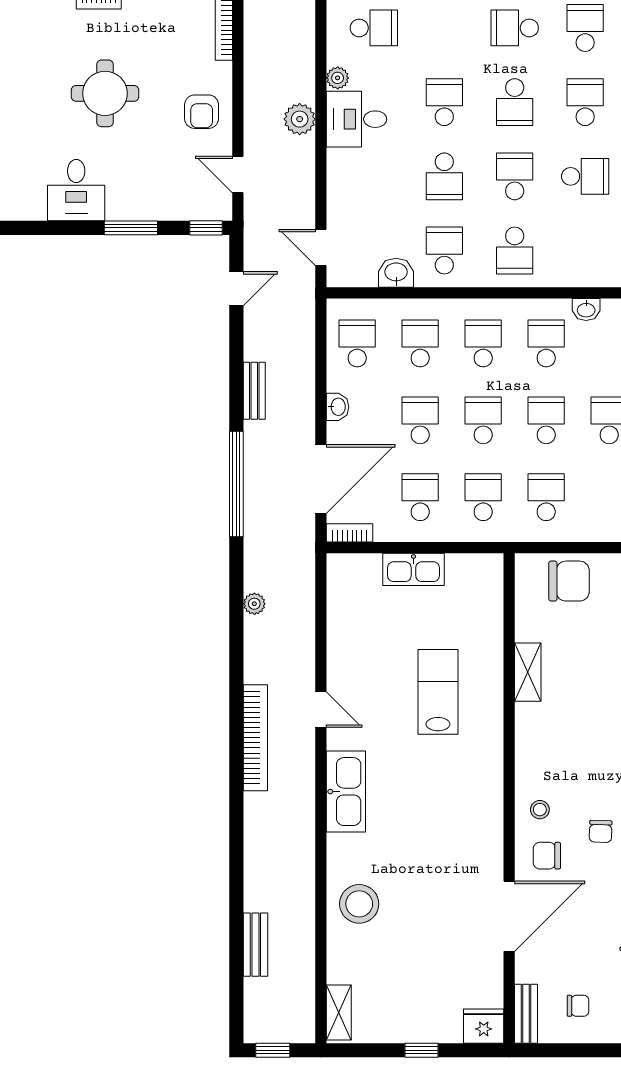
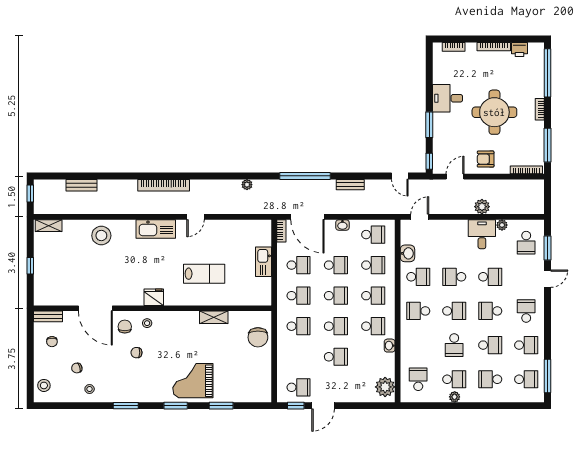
round table: (105, 93) -> (494, 112), width x1.36, depth x1.36
bookcase: (255, 738) -> (164, 185), moved
fridge: (484, 1026) -> (154, 297), moved, turned -90

